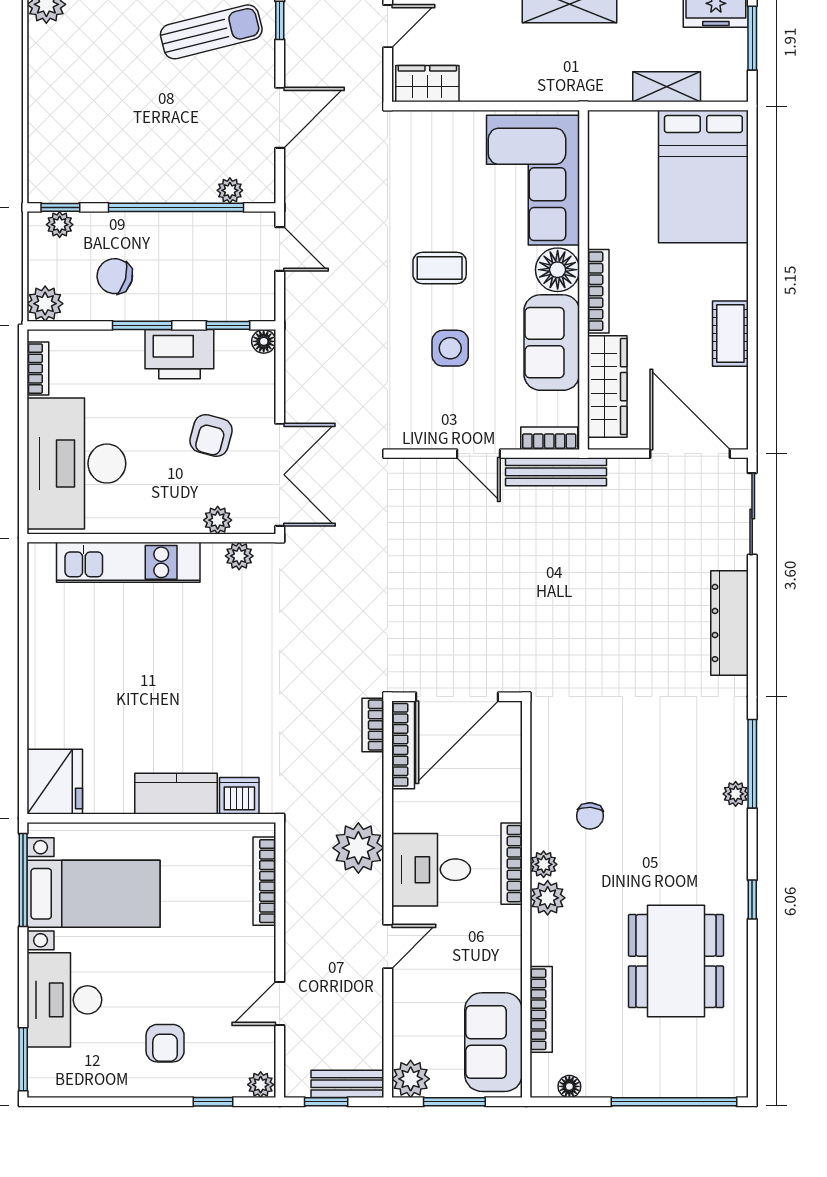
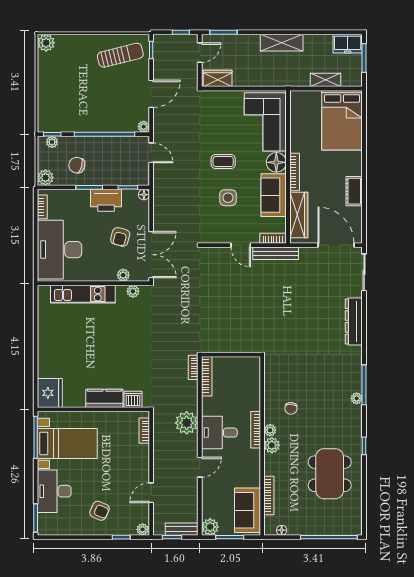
plant: (230, 190) -> (144, 127), moved
door: (457, 697) -> (231, 355), removed
bookcase: (264, 881) -> (144, 431), width x0.64
armchair: (165, 1043) -> (100, 511), turned -66

